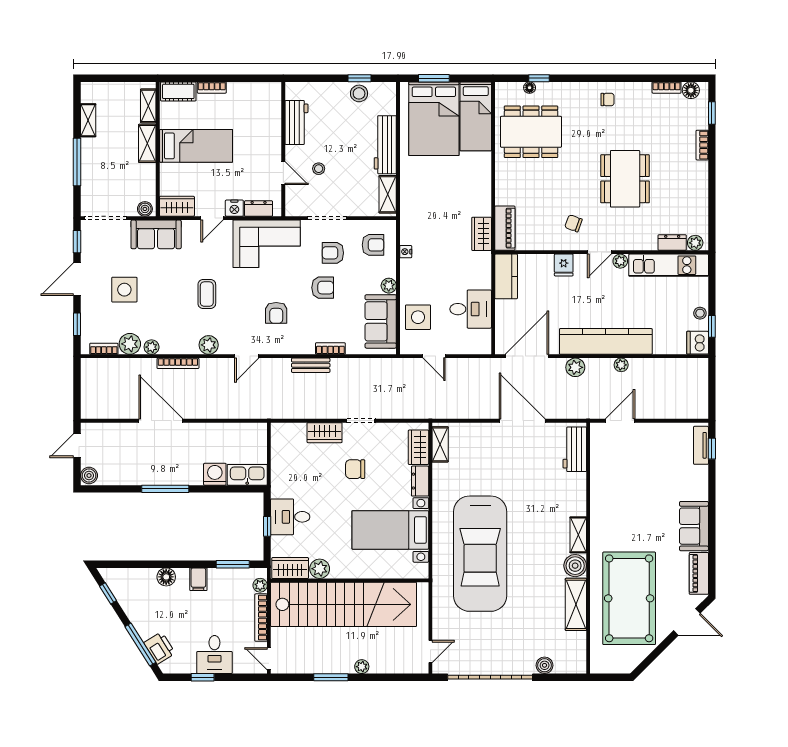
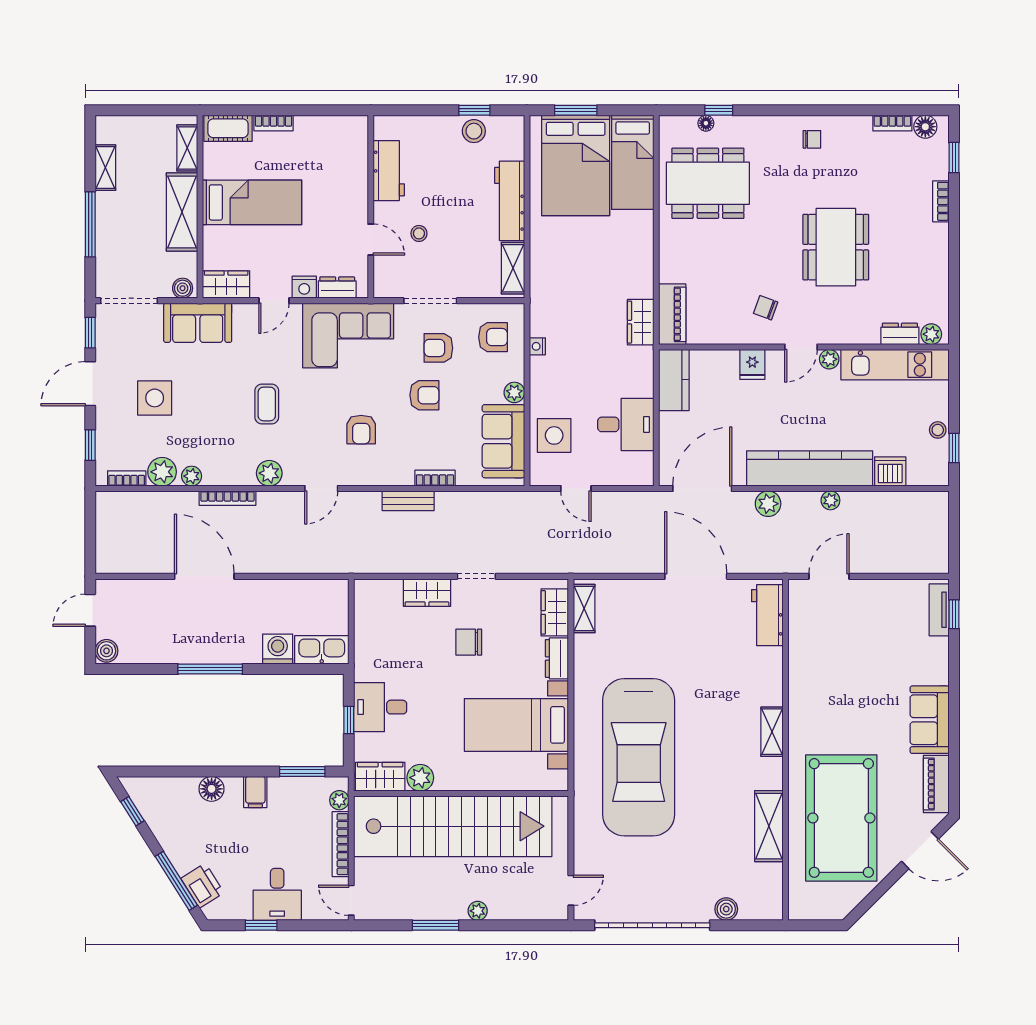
shelving: (147, 143) -> (182, 212), width x1.50, depth x1.33
dishwasher: (698, 343) -> (890, 471), moved, turned 90
boiler: (575, 566) -> (768, 773), removed

